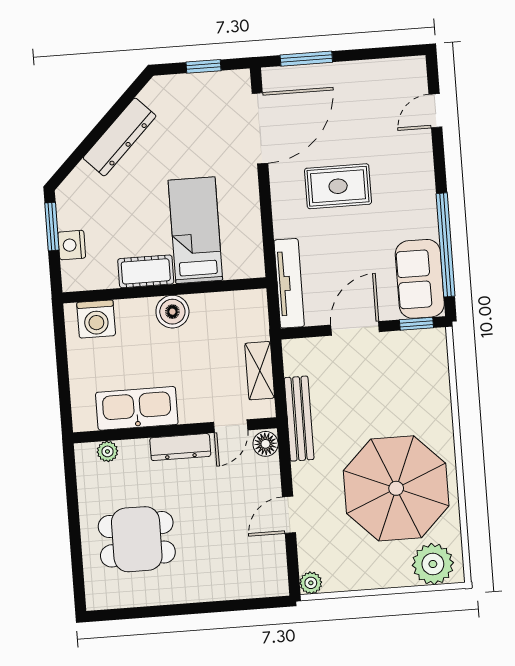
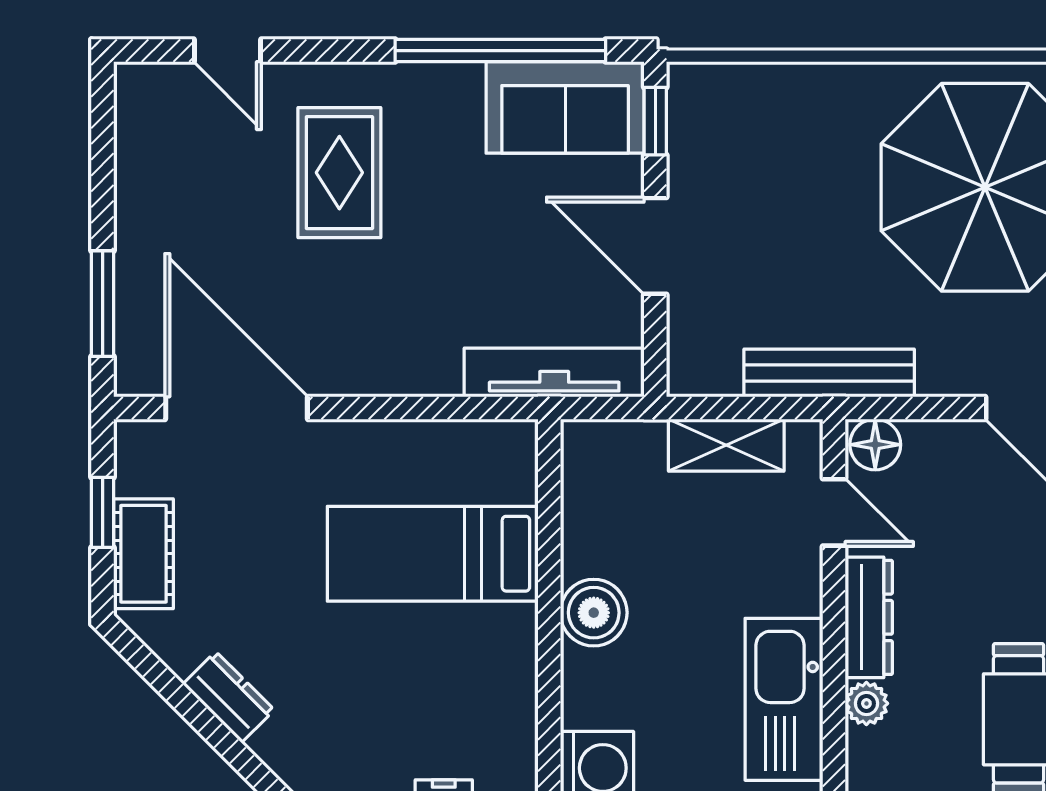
dresser: (120, 137) -> (229, 697), width x0.51, depth x0.80
rug: (338, 186) -> (339, 173), moved
cot: (146, 271) -> (144, 554), moved
plant: (107, 451) -> (866, 703), moved

